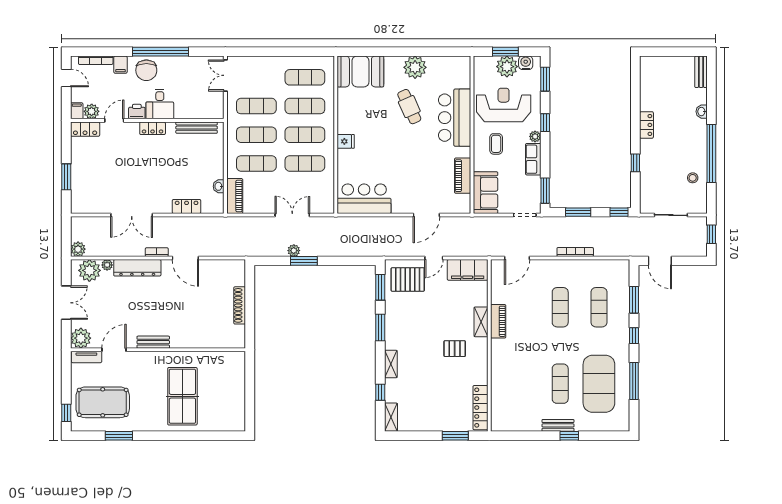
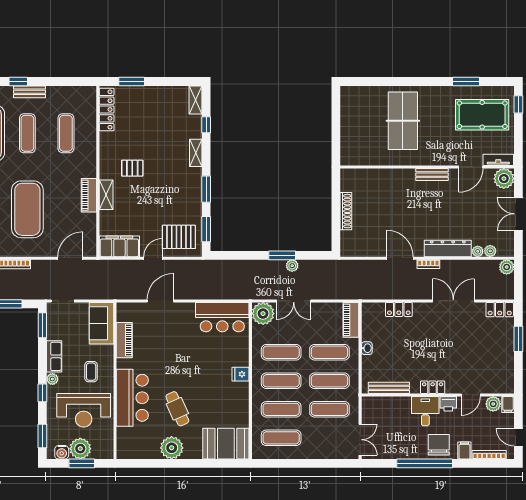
locker: (85, 129) -> (500, 310), moved, turned 180
washbasin: (219, 186) -> (367, 348), moved
plant: (323, 202) -> (263, 314), added
plant: (89, 270) -> (490, 251), width x0.53, depth x0.53
exercise mat: (560, 307) -> (27, 209), width x2.00, depth x1.45
exercise mat: (521, 384) -> (66, 133), added

